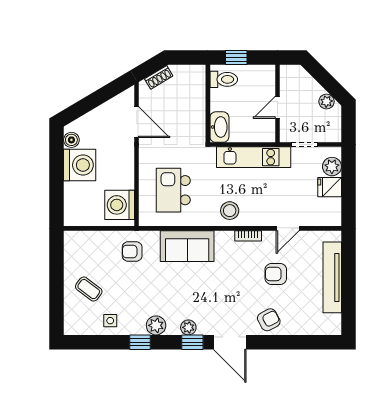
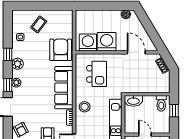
door: (137, 122) -> (136, 52), swing flipped
washing machine: (80, 165) -> (107, 42), moved, turned 180
kitchen island: (173, 190) -> (96, 74), turned 90
sofa: (187, 246) -> (64, 88), width x1.36
armchair: (132, 251) -> (61, 50), width x1.88, depth x1.88

